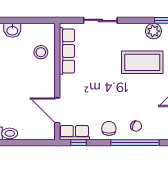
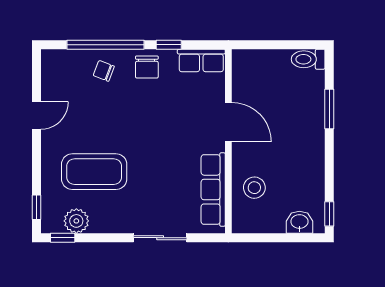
door: (57, 110) -> (228, 122), moved
window: (78, 143) -> (169, 45), moved

